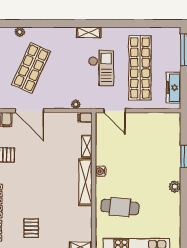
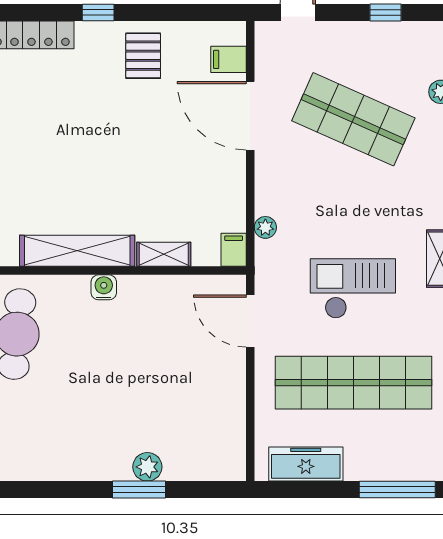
checkout: (101, 68) -> (353, 288), turned 180
door: (30, 111) -> (250, 116), hinge flipped
door: (114, 111) -> (250, 321), hinge flipped
plant: (175, 187) -> (147, 467), moved

